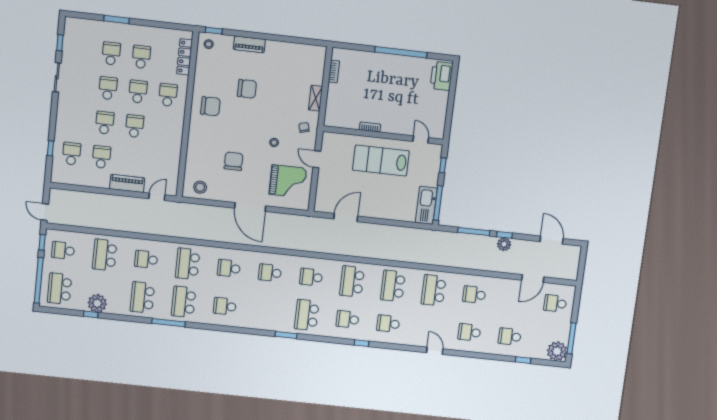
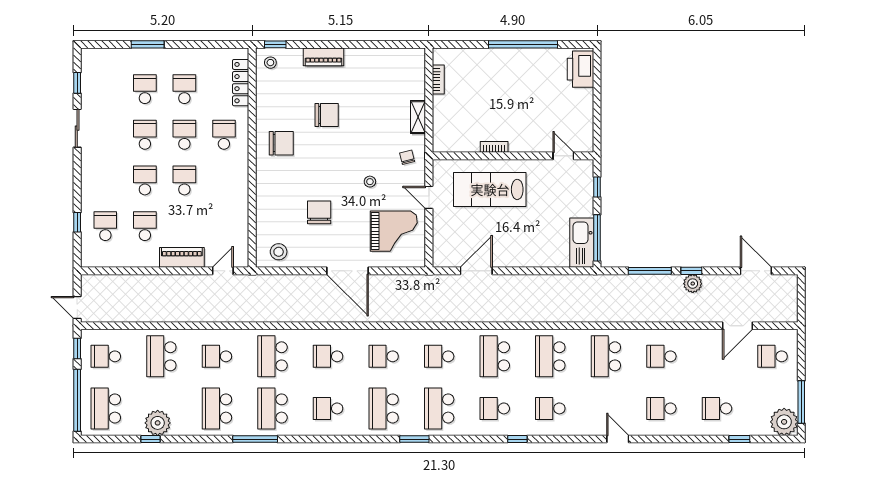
lab bench: (381, 160) -> (490, 189), moved
school desk: (266, 311) -> (384, 408), added

